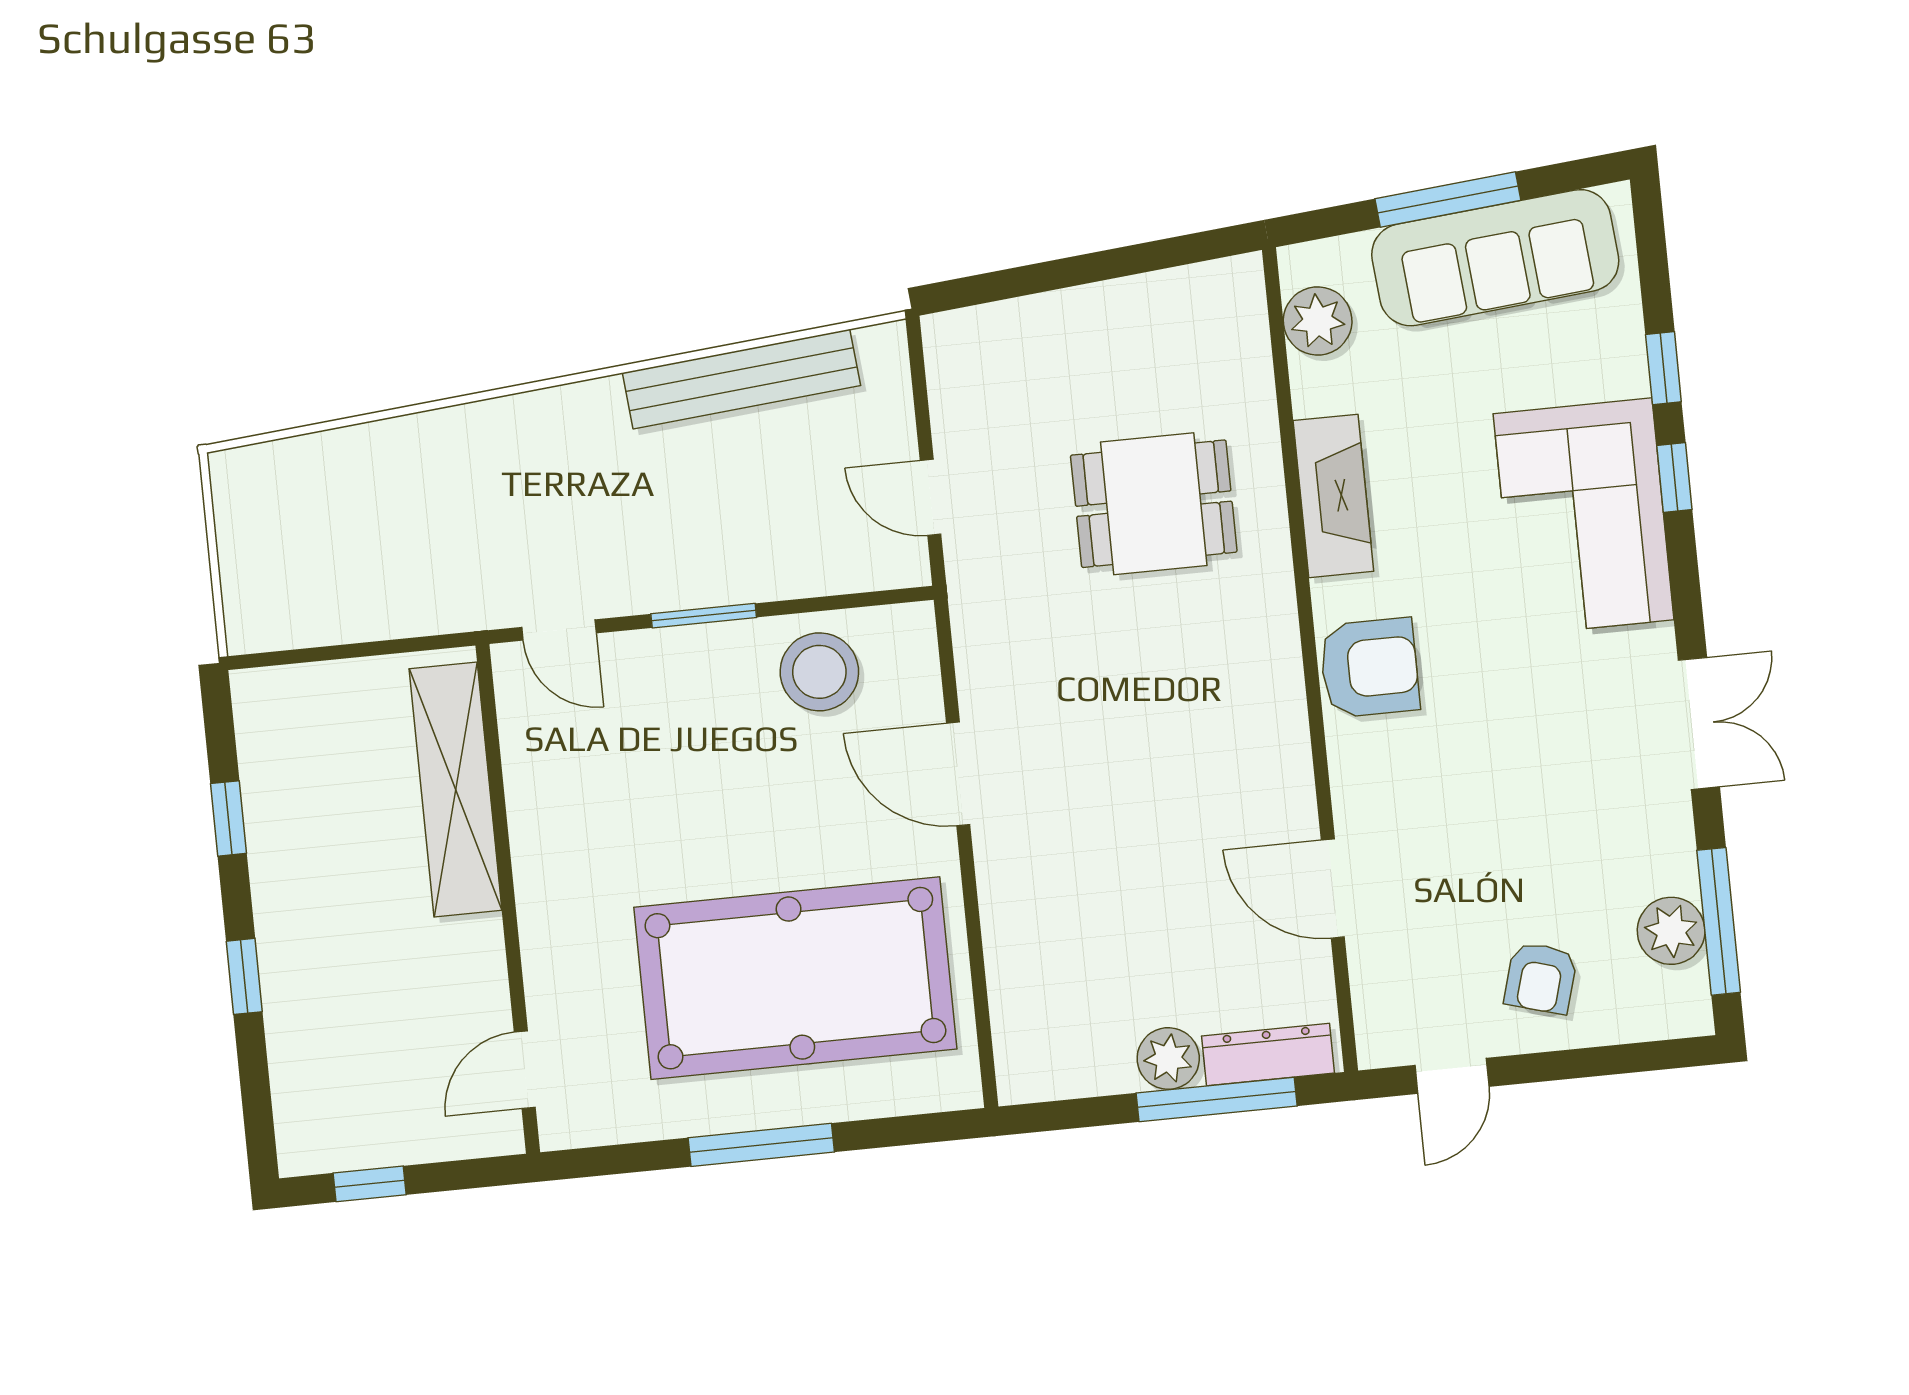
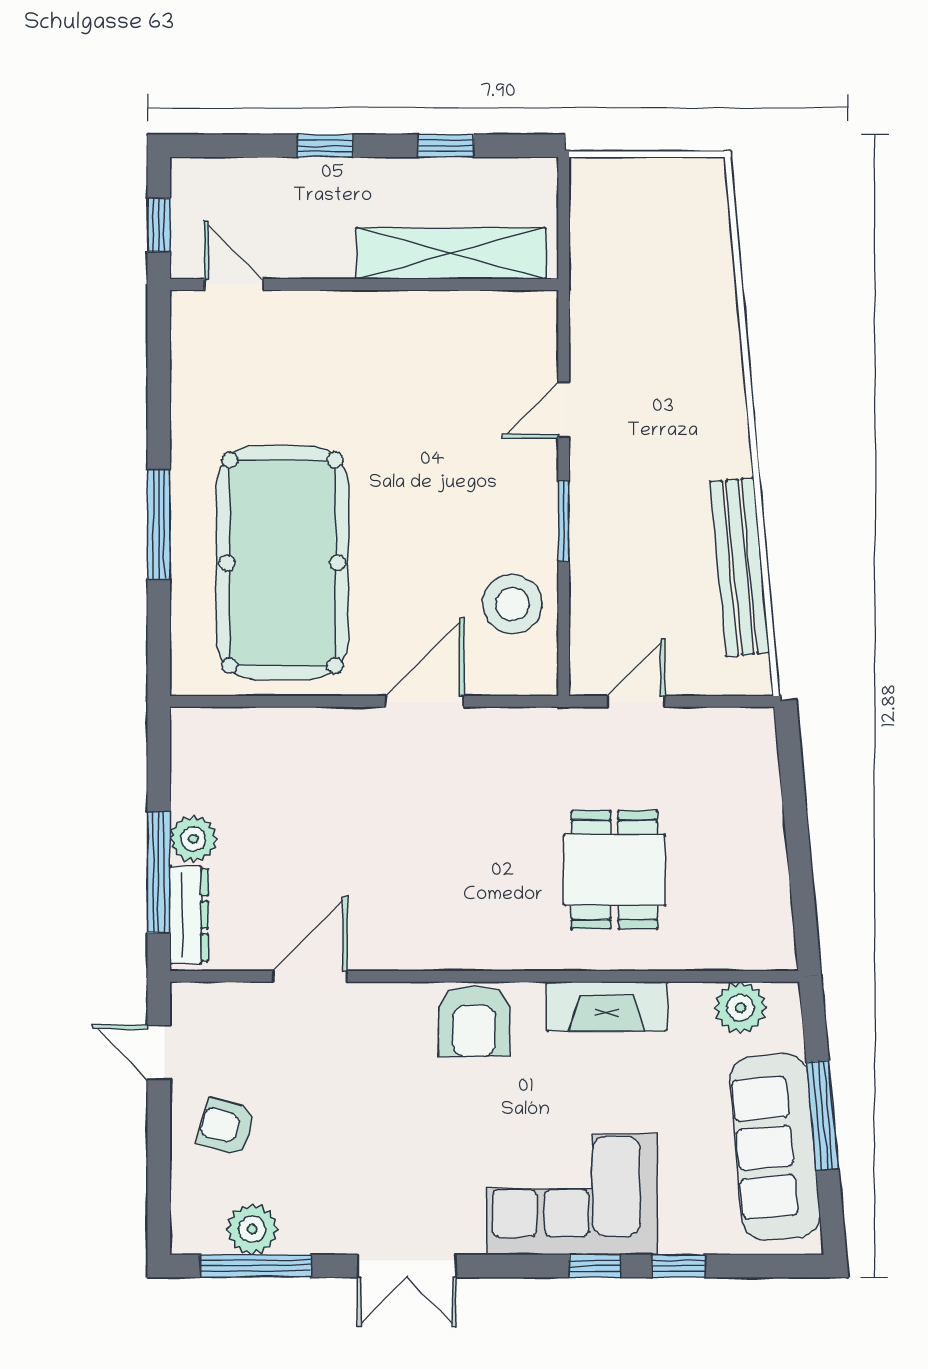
shelving: (456, 789) -> (451, 253), moved
wall: (508, 899) -> (364, 285), moved
door: (525, 1070) -> (234, 285), moved

